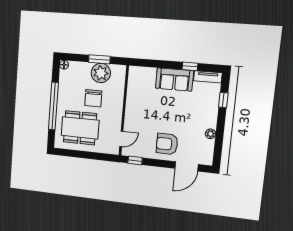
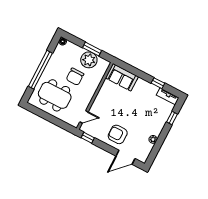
sofa: (174, 79) -> (122, 77), moved

